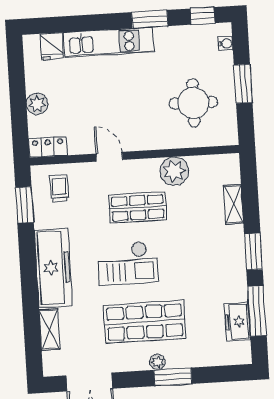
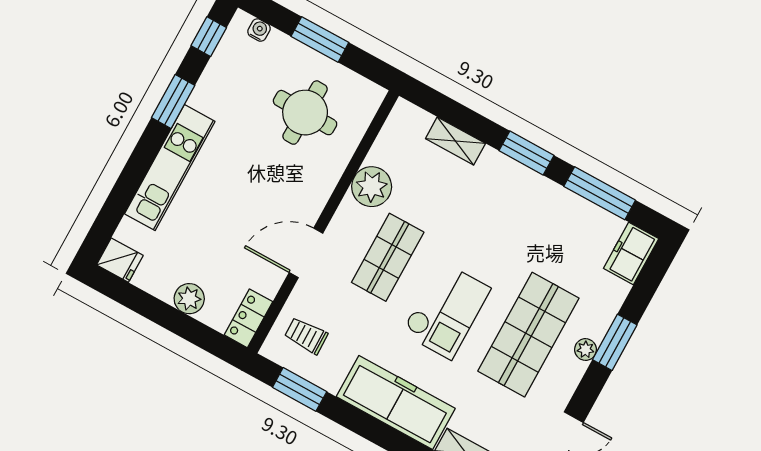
fridge: (52, 46) -> (120, 260), moved
door: (109, 157) -> (306, 253), width x1.38
freezer: (237, 322) -> (631, 254), moved, turned 90

